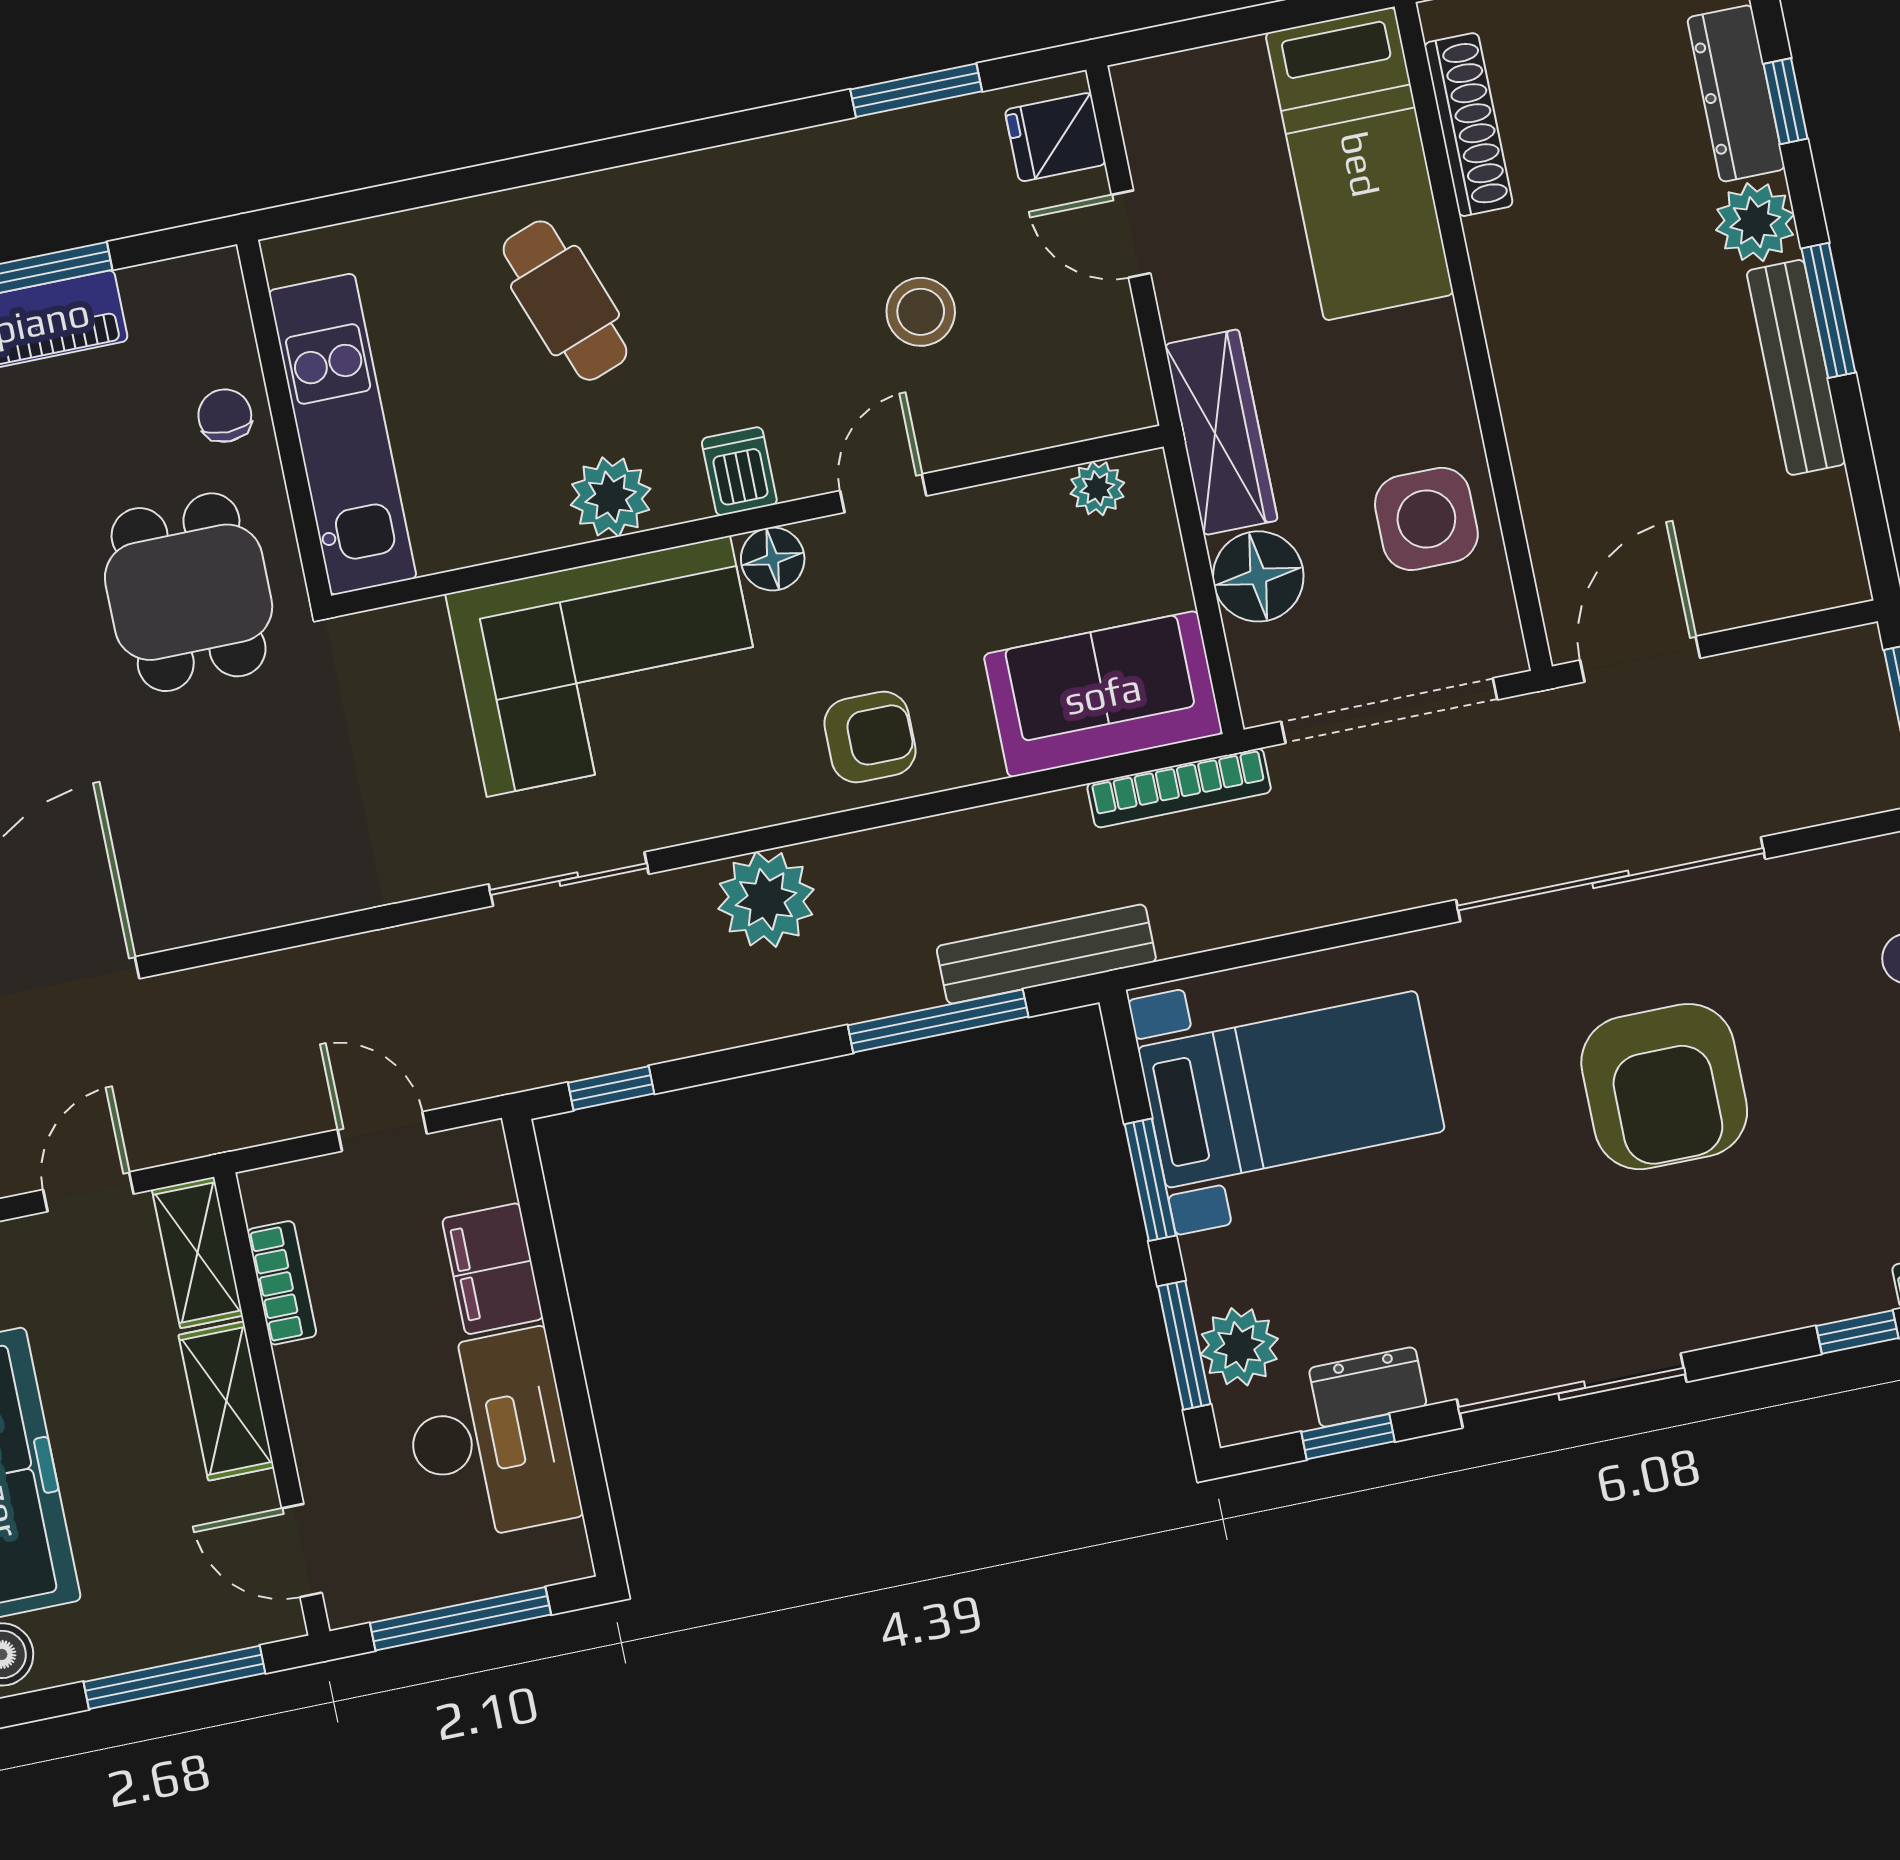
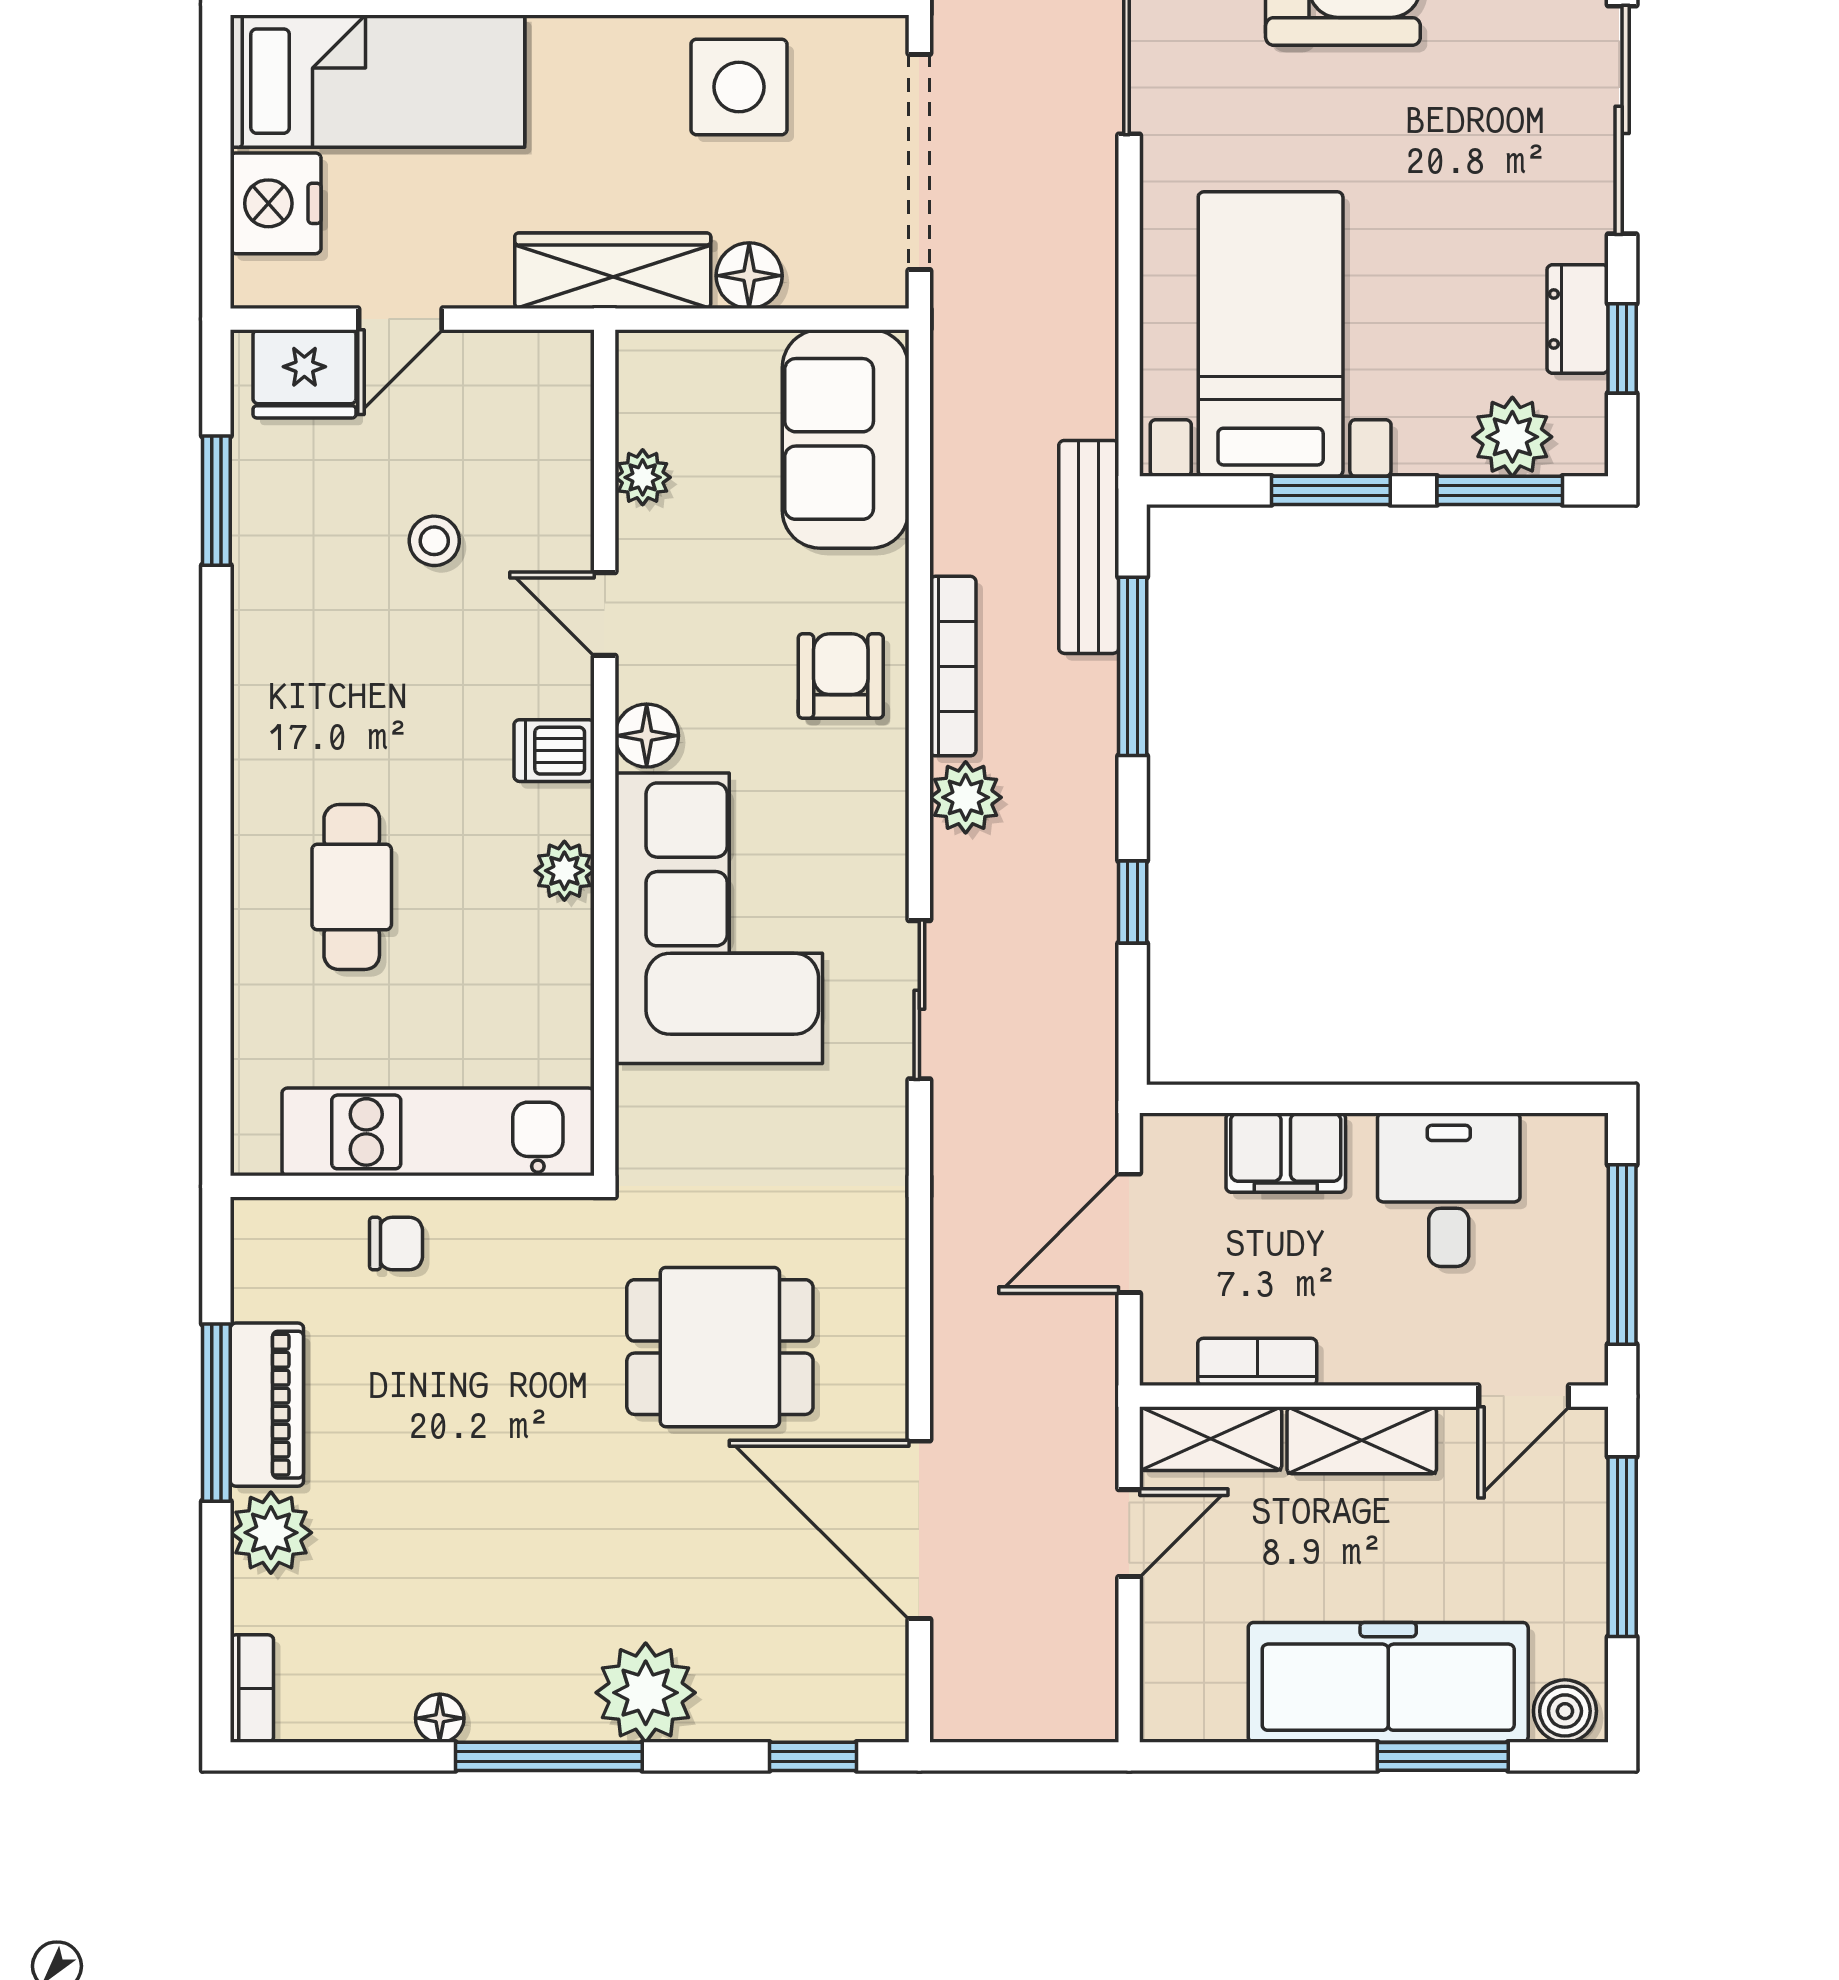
nightstand: (1219, 89) -> (276, 203), added
fridge: (1055, 137) -> (304, 374), width x1.38
cafe table: (565, 301) -> (352, 887), turned -70
stool: (921, 312) -> (434, 541), width x0.73, depth x0.73
chair: (225, 416) -> (396, 1243), turned 180
plant: (1097, 488) -> (643, 477), moved
plant: (611, 497) -> (564, 871), width x0.73, depth x0.73
floor lamp: (1258, 576) -> (749, 276), width x0.73, depth x0.73
dining table: (189, 592) -> (720, 1347), moved
bookcase: (1179, 788) -> (953, 666), moved
plant: (766, 899) -> (966, 797), width x0.73, depth x0.73
window: (611, 1088) -> (1133, 902), moved
door: (382, 1132) -> (1129, 1233), width x1.38
door: (88, 1192) -> (1129, 1533), swing flipped
desk: (489, 1436) -> (1449, 1190), width x0.73

